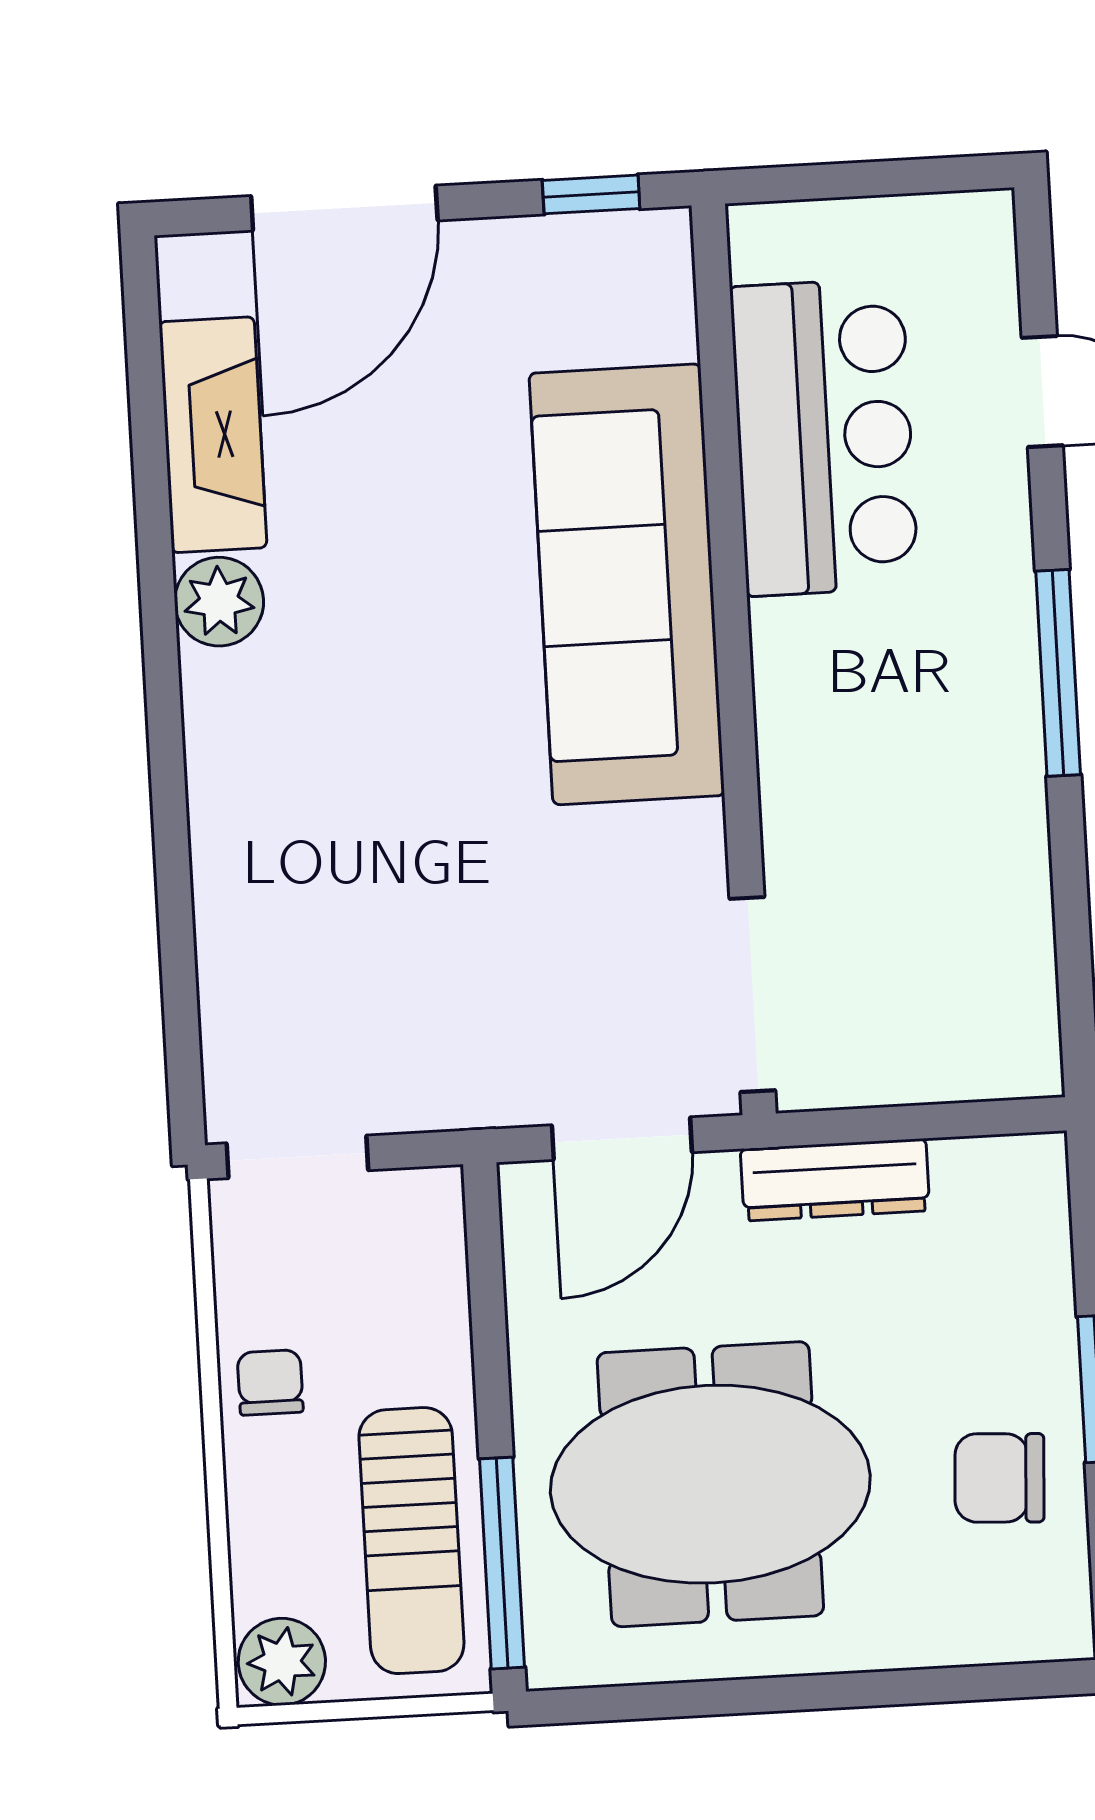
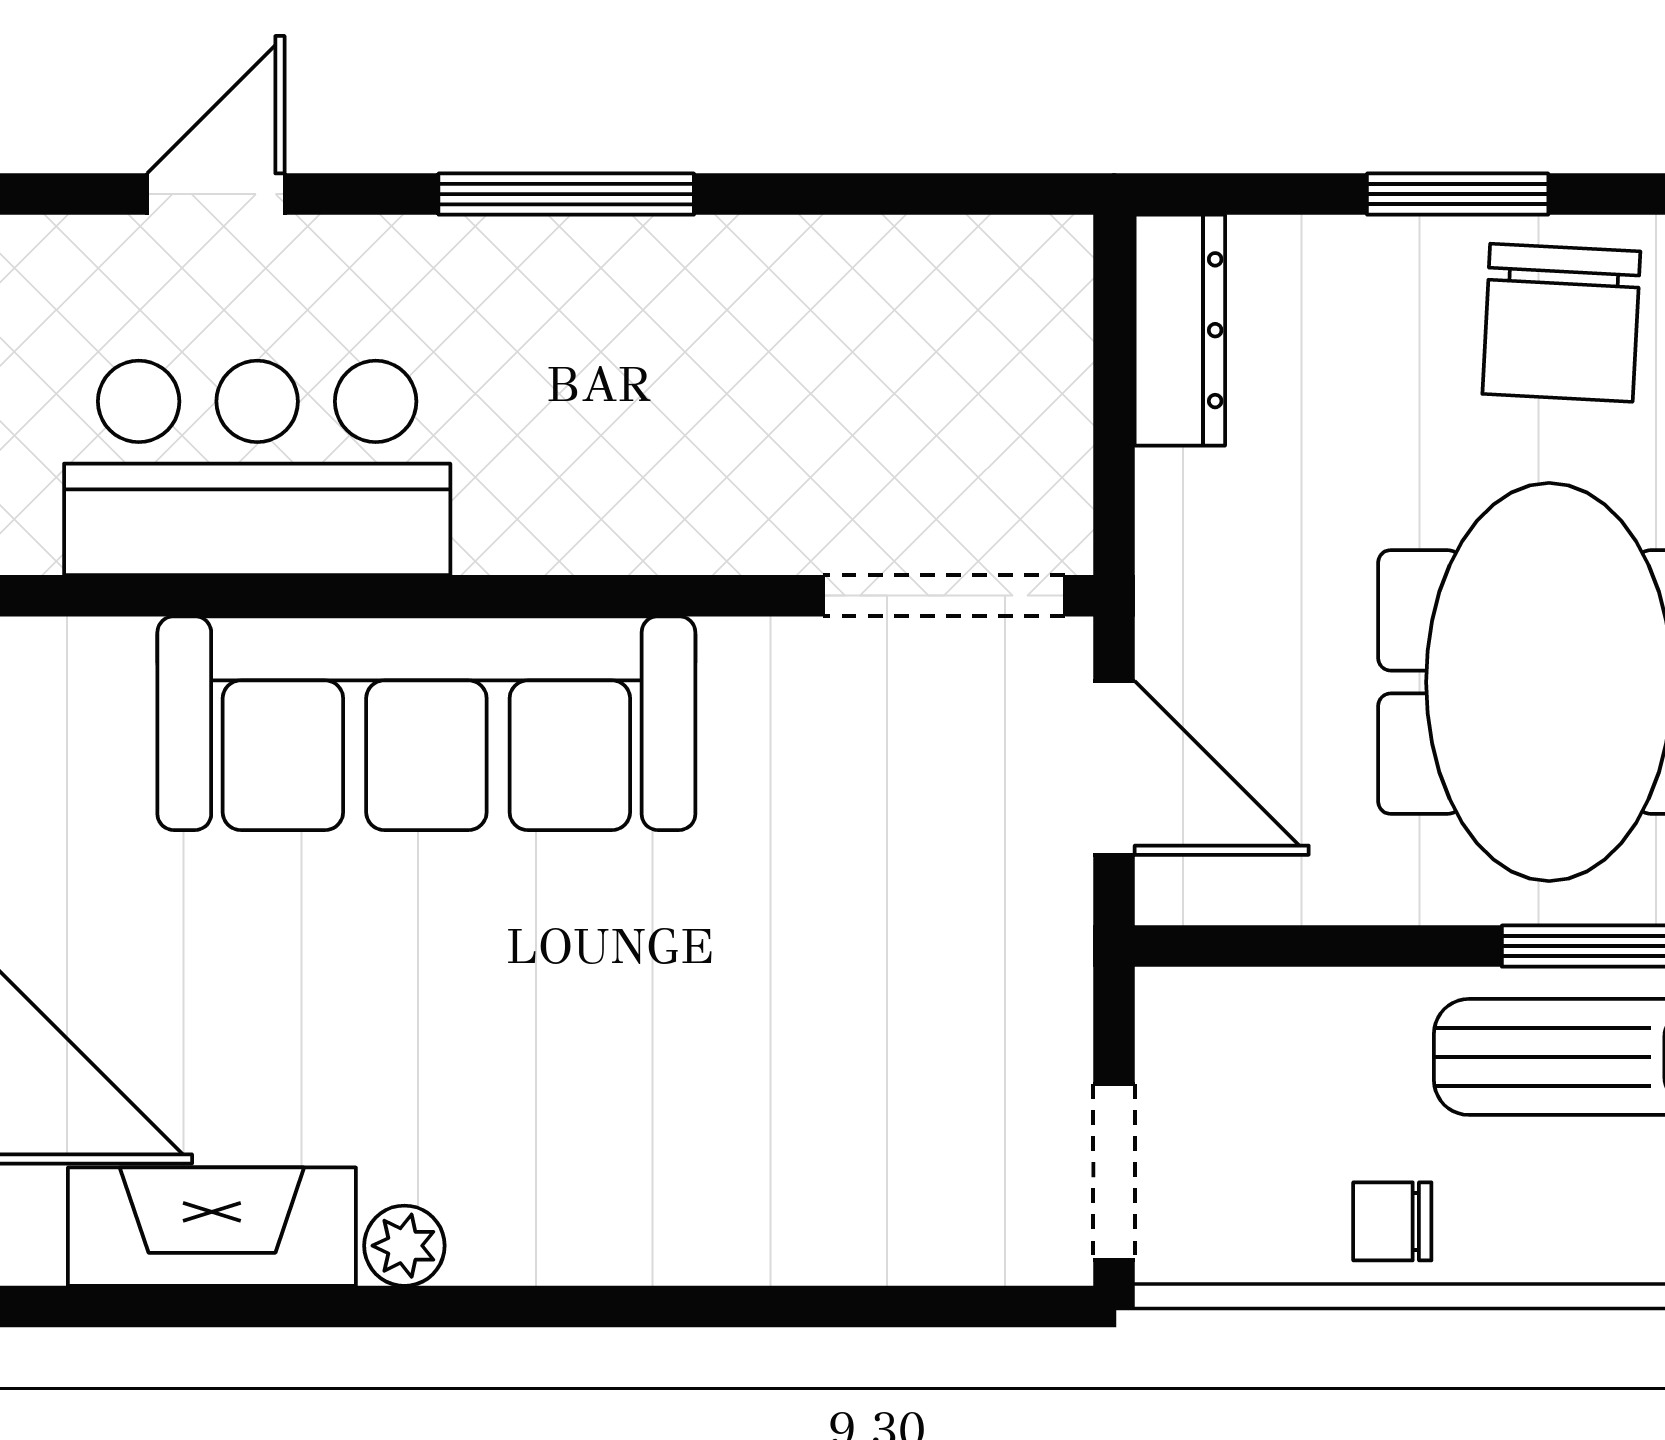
plant: (219, 602) -> (404, 1246), width x0.73, depth x0.73
dresser: (835, 1180) -> (1180, 330), moved
chair: (999, 1478) -> (1561, 323), width x1.37, depth x1.37

